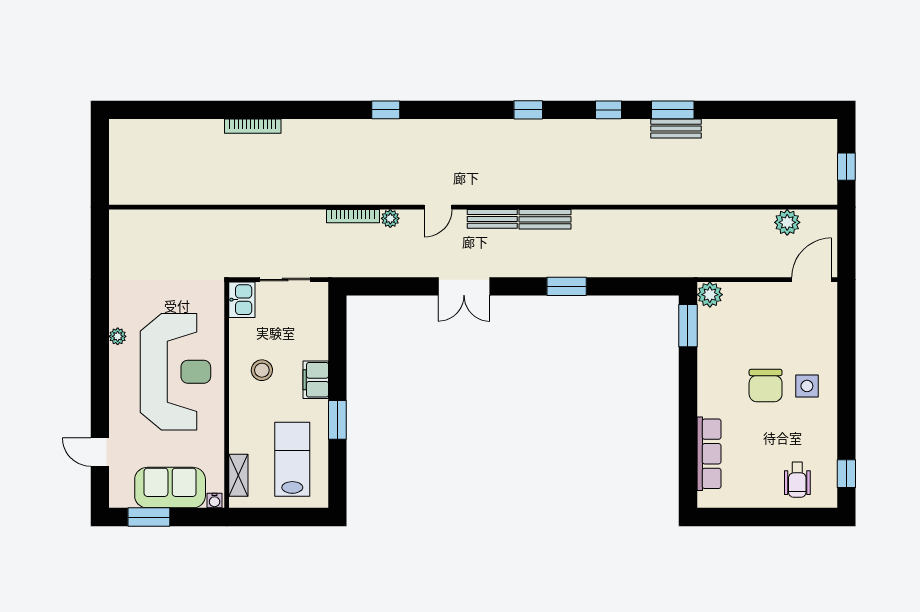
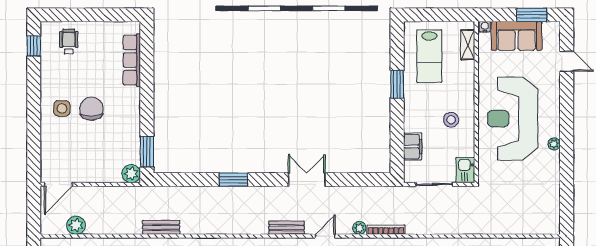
bench: (545, 219) -> (161, 227), moved
filing cabinet: (316, 380) -> (413, 146), moved

